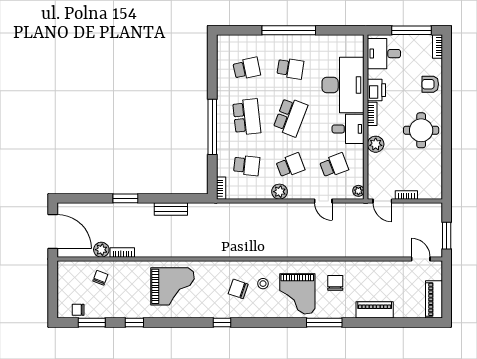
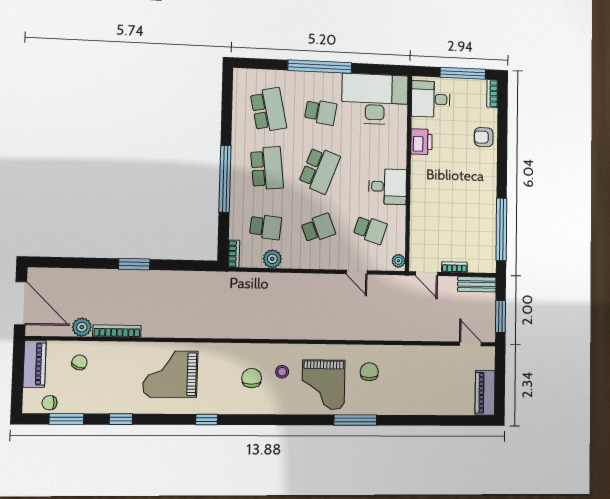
school desk: (247, 68) -> (268, 110), width x1.85
desk: (343, 85) -> (375, 99), moved, turned -90
bookcase: (372, 114) -> (416, 170), removed
round table: (421, 130) -> (472, 191), removed
plant: (376, 144) -> (420, 206), removed
window: (447, 162) -> (501, 229), added
school desk: (334, 165) -> (370, 230), turned 39
plant: (279, 192) -> (272, 259), moved
window: (125, 198) -> (134, 264), moved
bench: (171, 209) -> (477, 284), moved
bookcase: (122, 252) -> (117, 331), width x1.56
grand piano: (173, 286) -> (170, 374), turned 180
chair: (238, 289) -> (252, 378), turned 71
piano: (375, 310) -> (35, 364), moved, turned 90
window: (222, 323) -> (207, 420), moved

